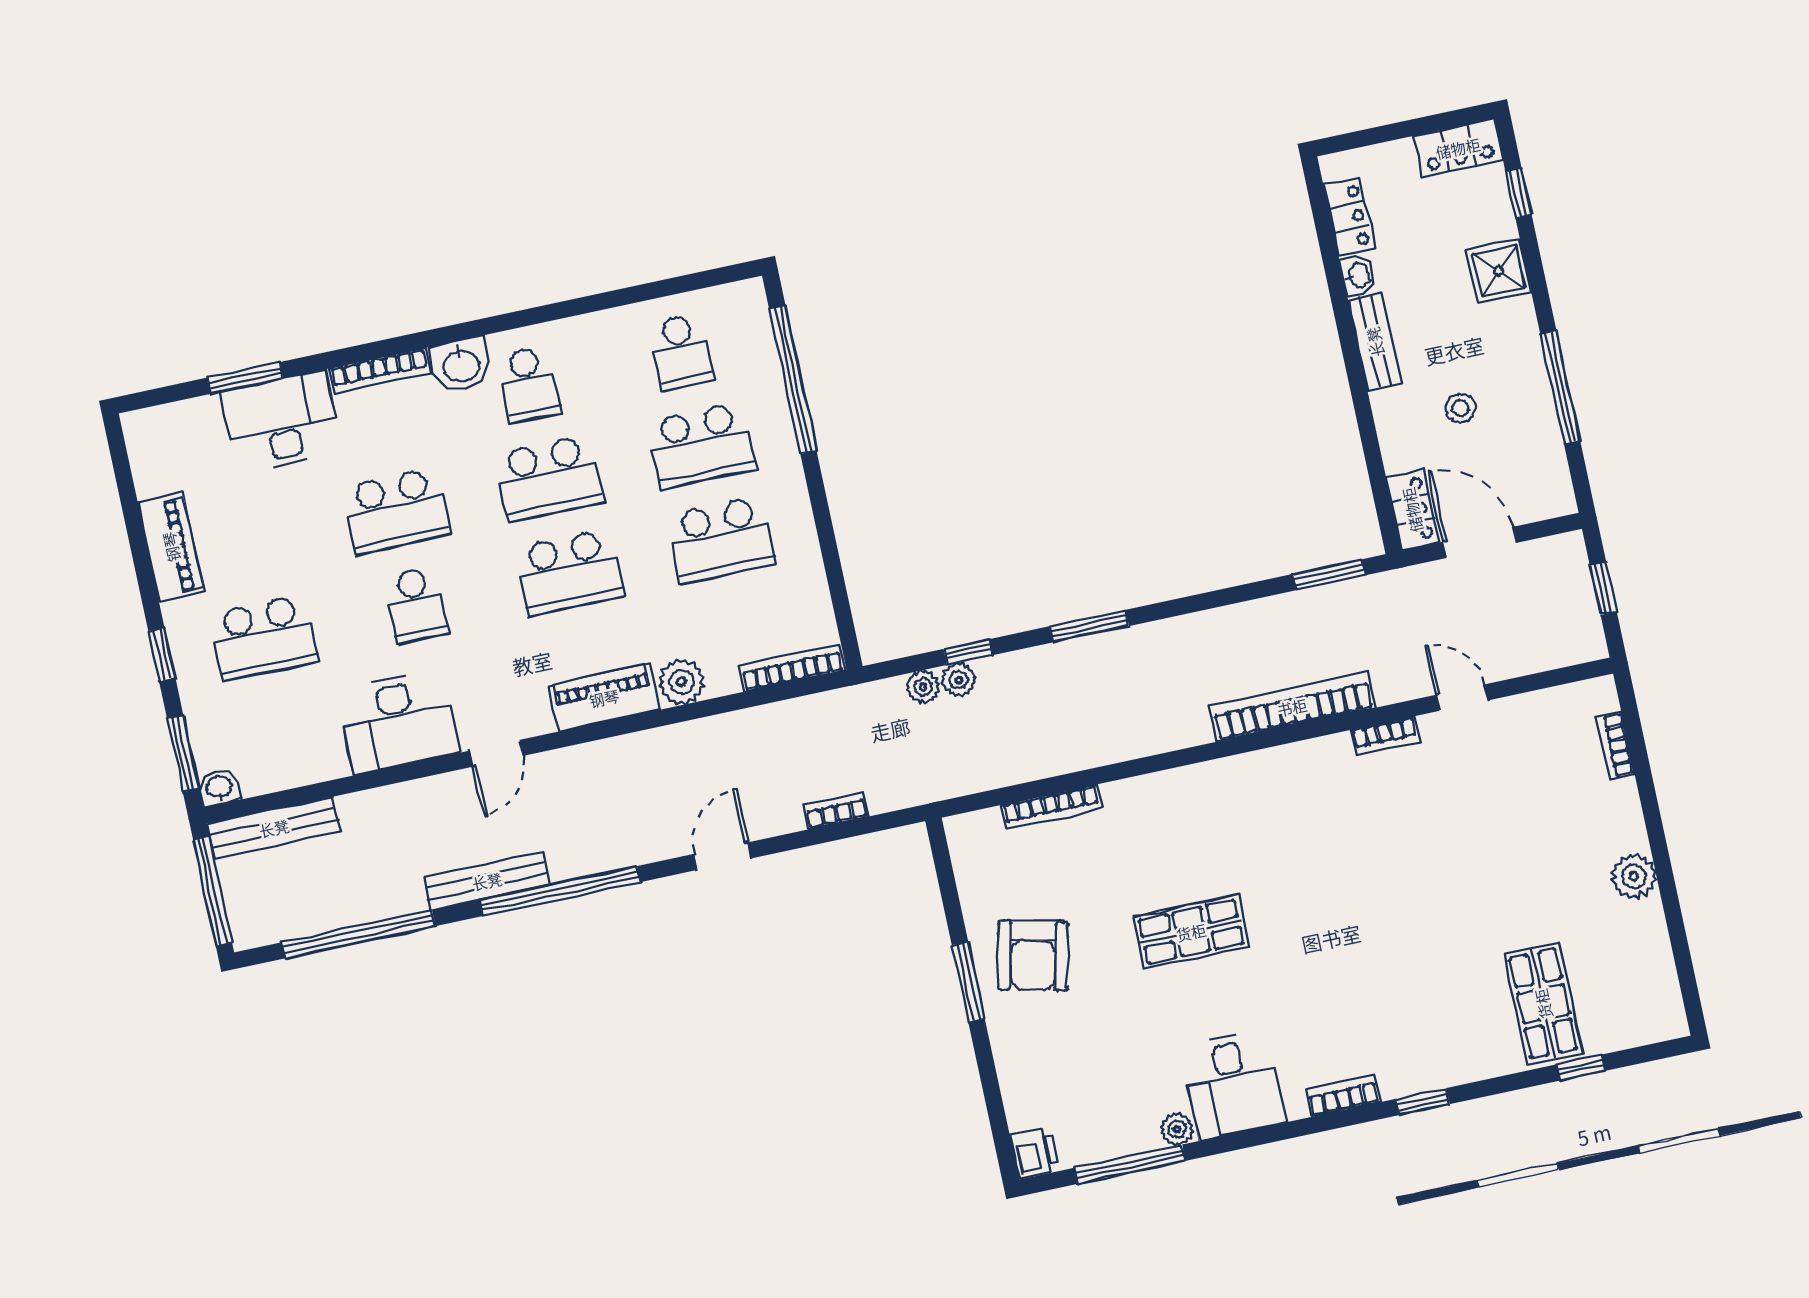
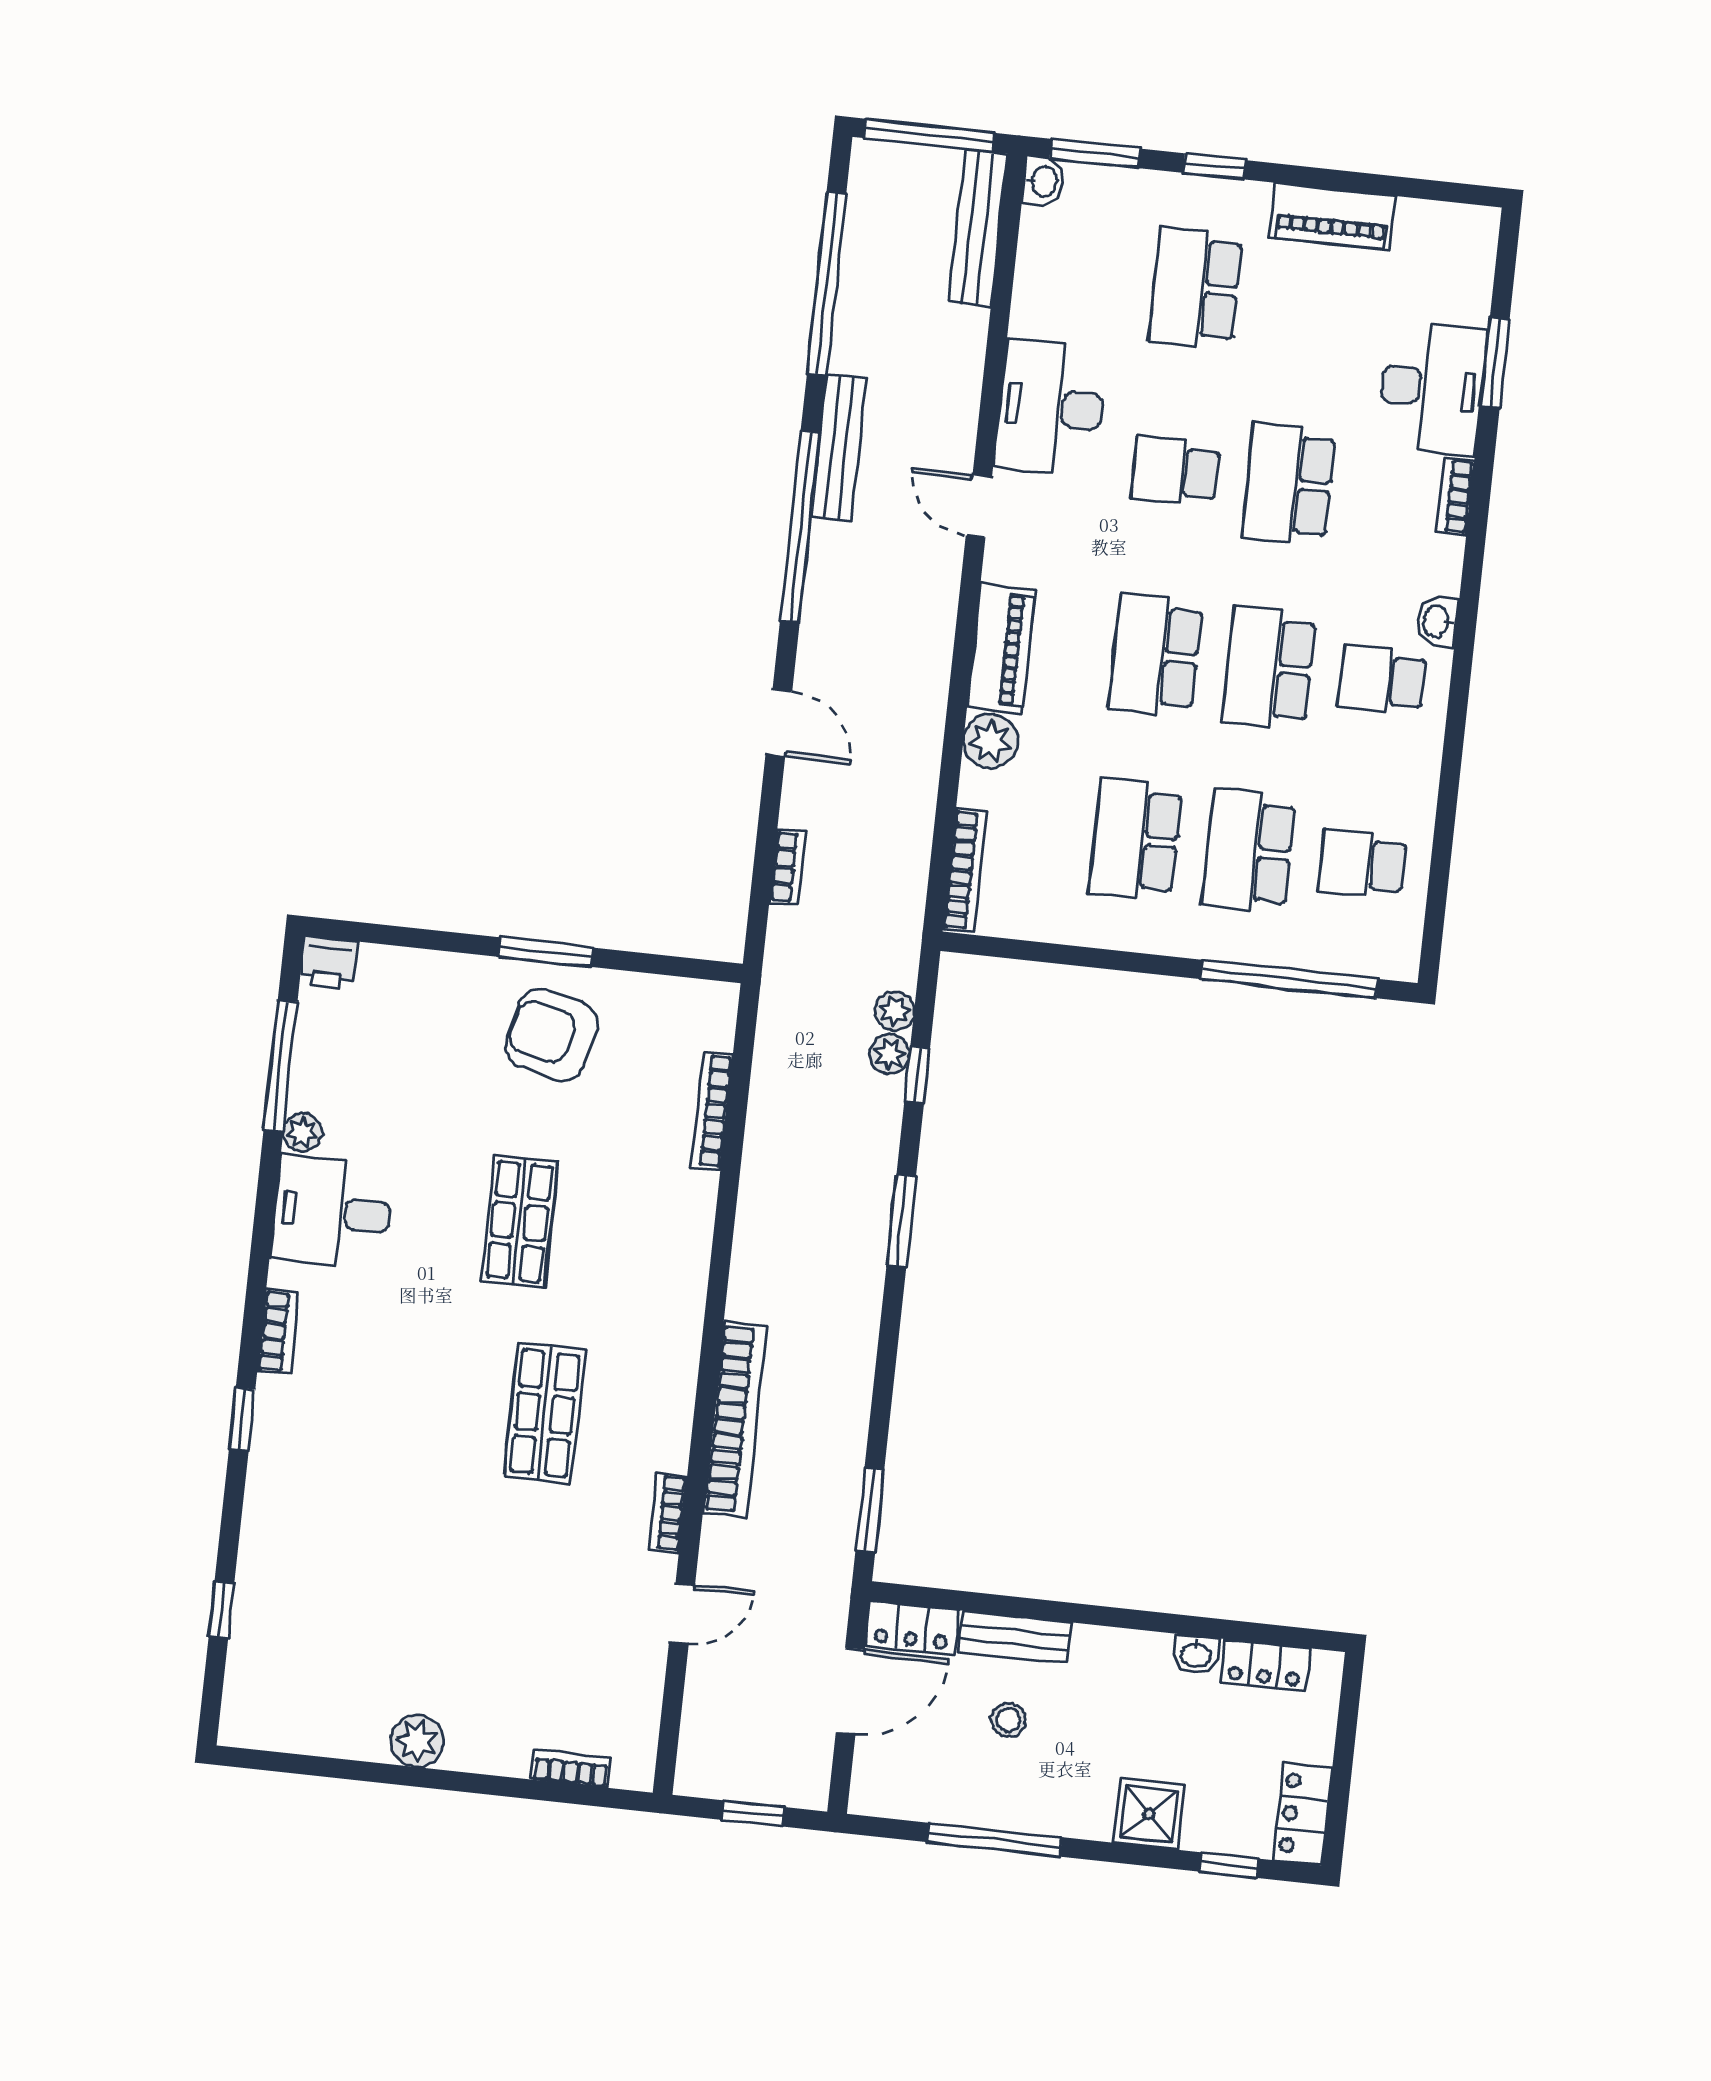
bench: (1375, 342) -> (1015, 1637), moved
washbasin: (461, 365) -> (1437, 621), width x0.72, depth x0.69
bookcase: (379, 370) -> (1455, 496), width x0.64
shop shelf: (1543, 1004) -> (545, 1413), moved, turned 90

